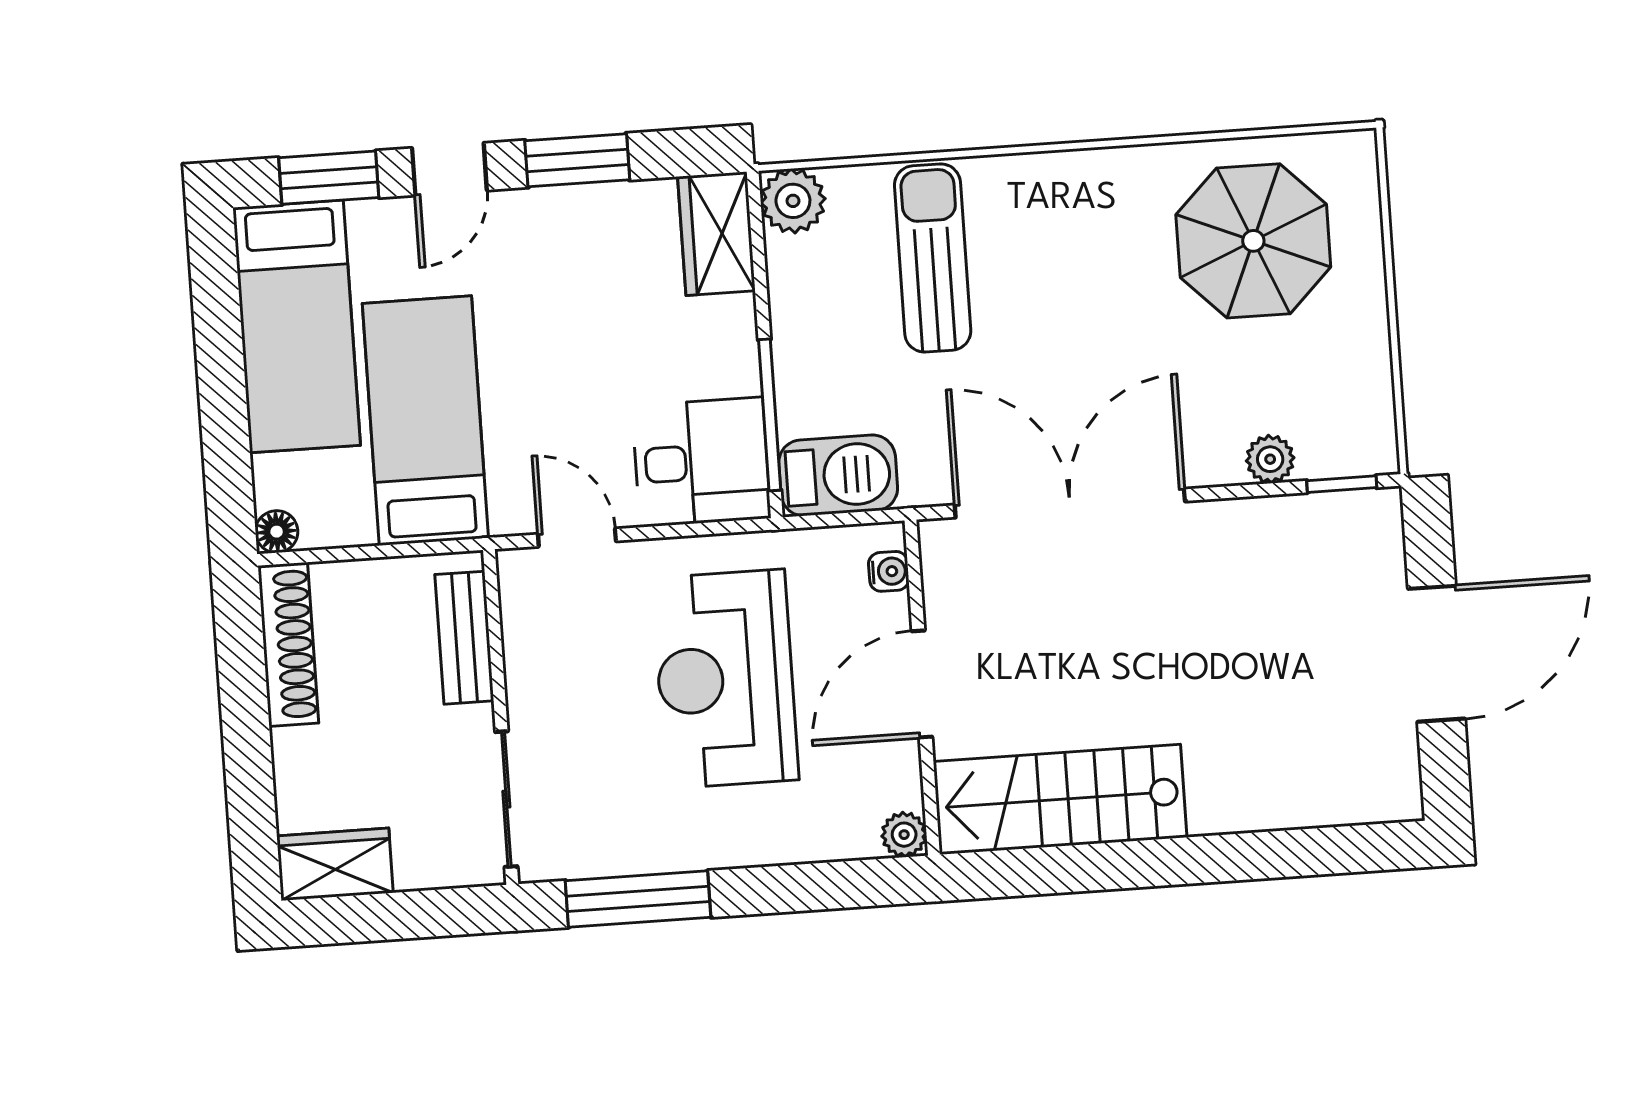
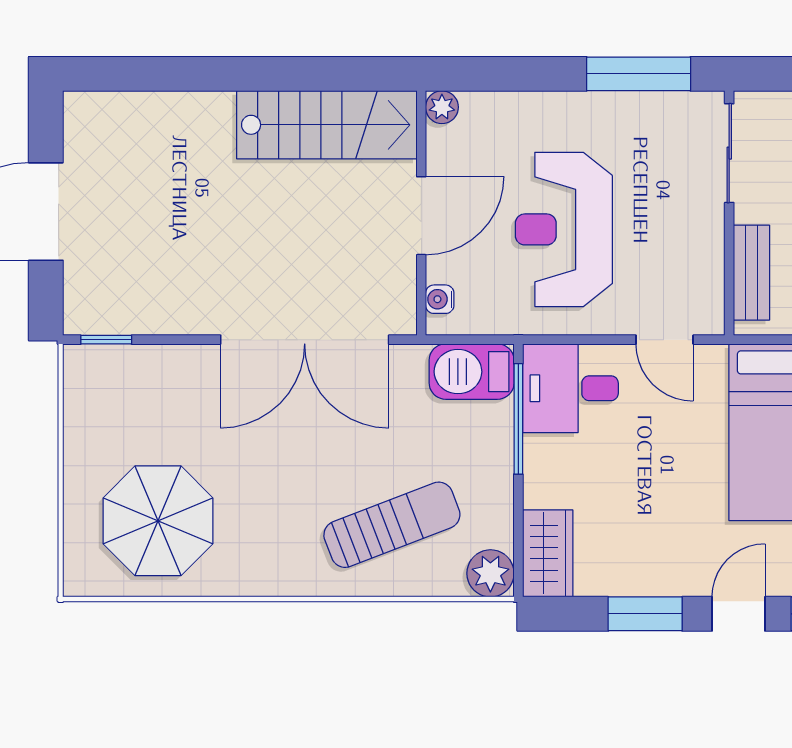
sun lounger: (933, 258) -> (392, 525), turned -111
plant: (1270, 459) -> (157, 361), removed
reception desk: (725, 679) -> (564, 229), turned 180

